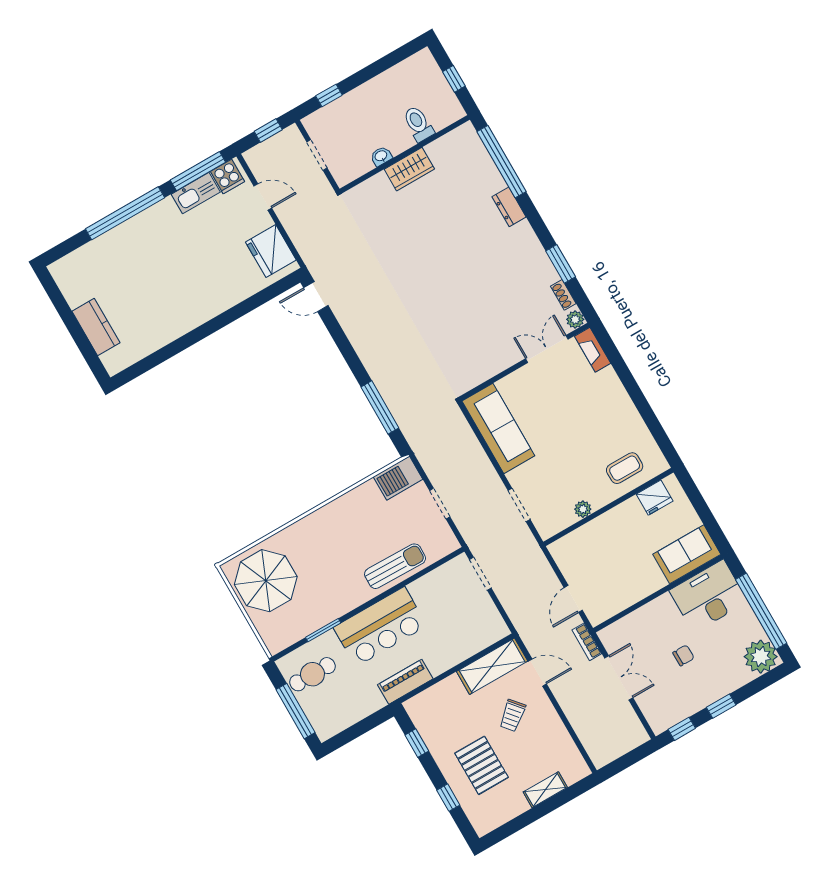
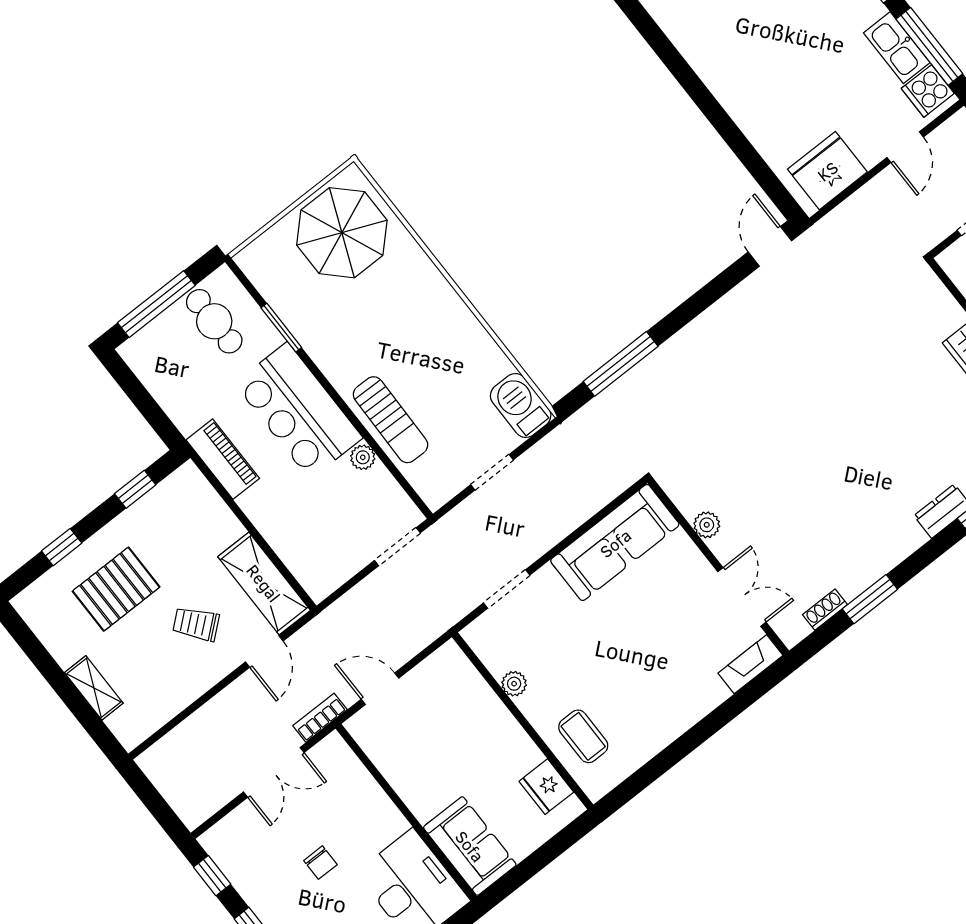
plant: (575, 319) -> (707, 525), moved
plant: (417, 588) -> (363, 457), added

